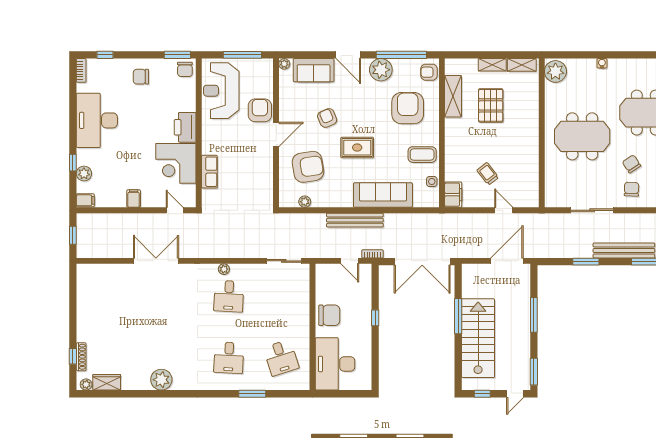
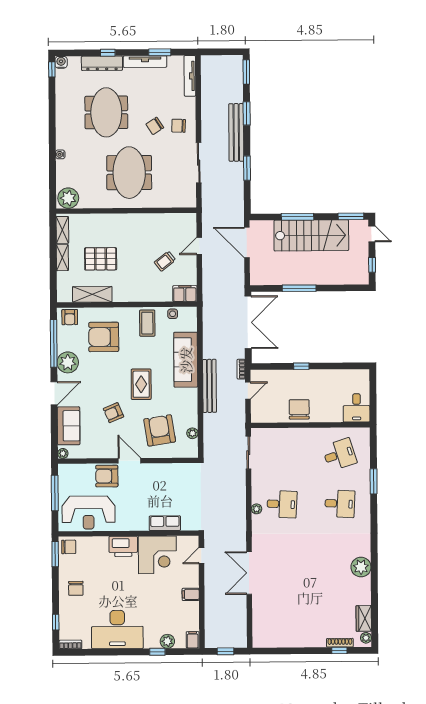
stairs: (478, 338) -> (311, 235), moved, turned 180
desk: (335, 364) -> (357, 408), width x0.53, depth x0.77

